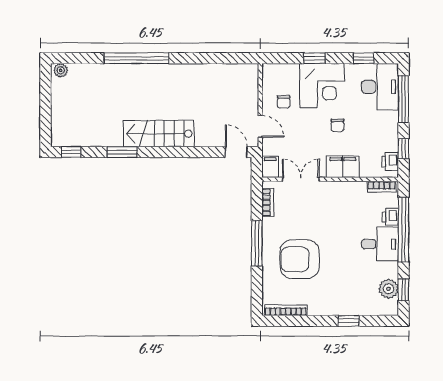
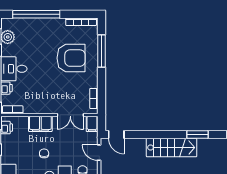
window: (257, 243) -> (102, 51), moved
window: (349, 321) -> (36, 14), width x3.17

